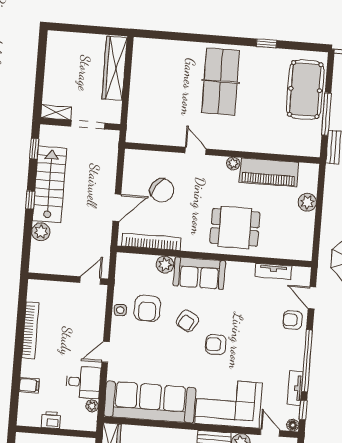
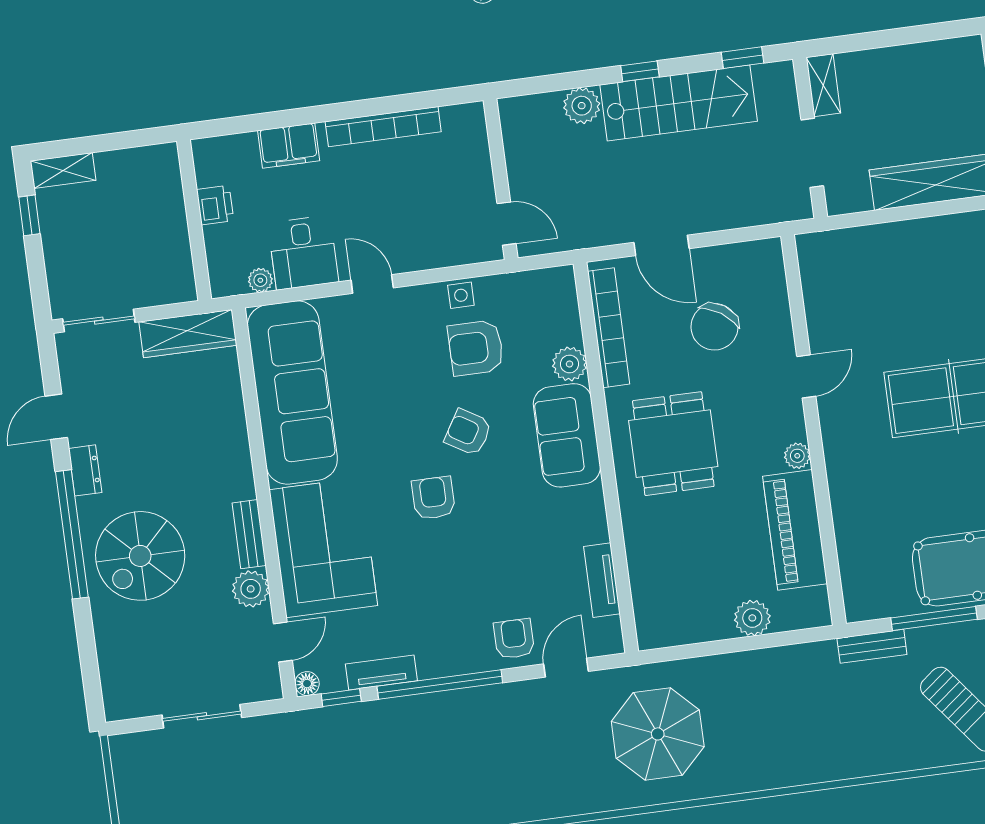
dining table: (235, 228) -> (673, 444), moved
filing cabinet: (29, 385) -> (289, 146), width x2.00

